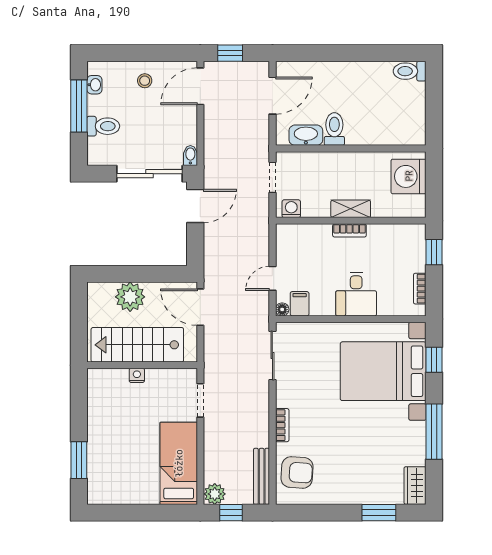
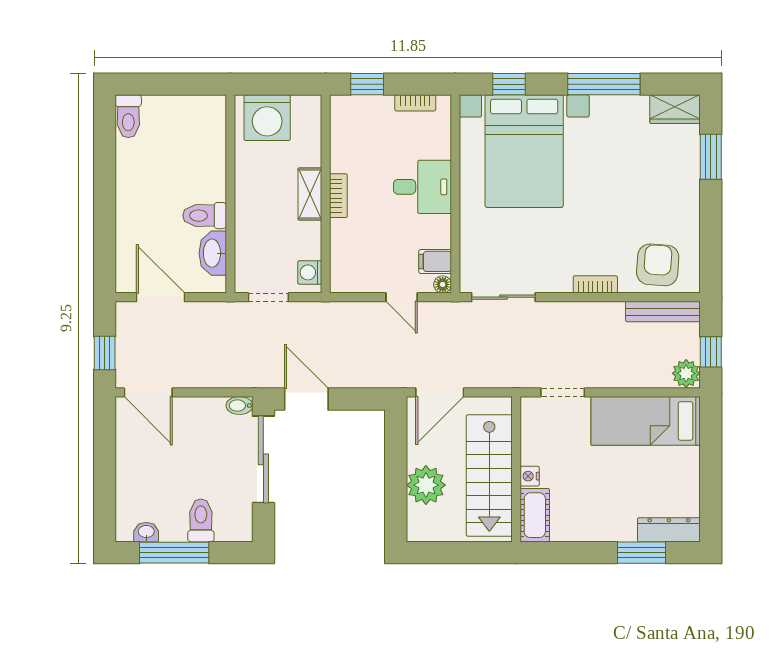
stool: (145, 81) -> (141, 466), removed
cot: (107, 379) -> (535, 515), added
dresser: (96, 481) -> (669, 530), added

